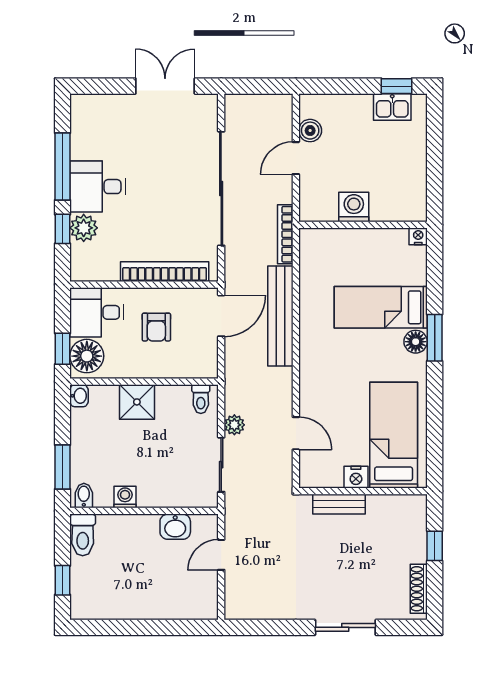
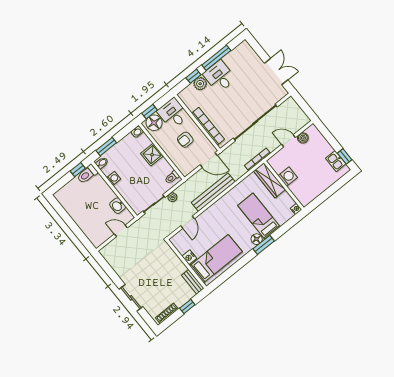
wardrobe: (336, 242) -> (269, 180), added
bench: (280, 316) -> (213, 192), moved
bench: (339, 504) -> (193, 282), moved
window: (62, 580) -> (78, 170), moved

